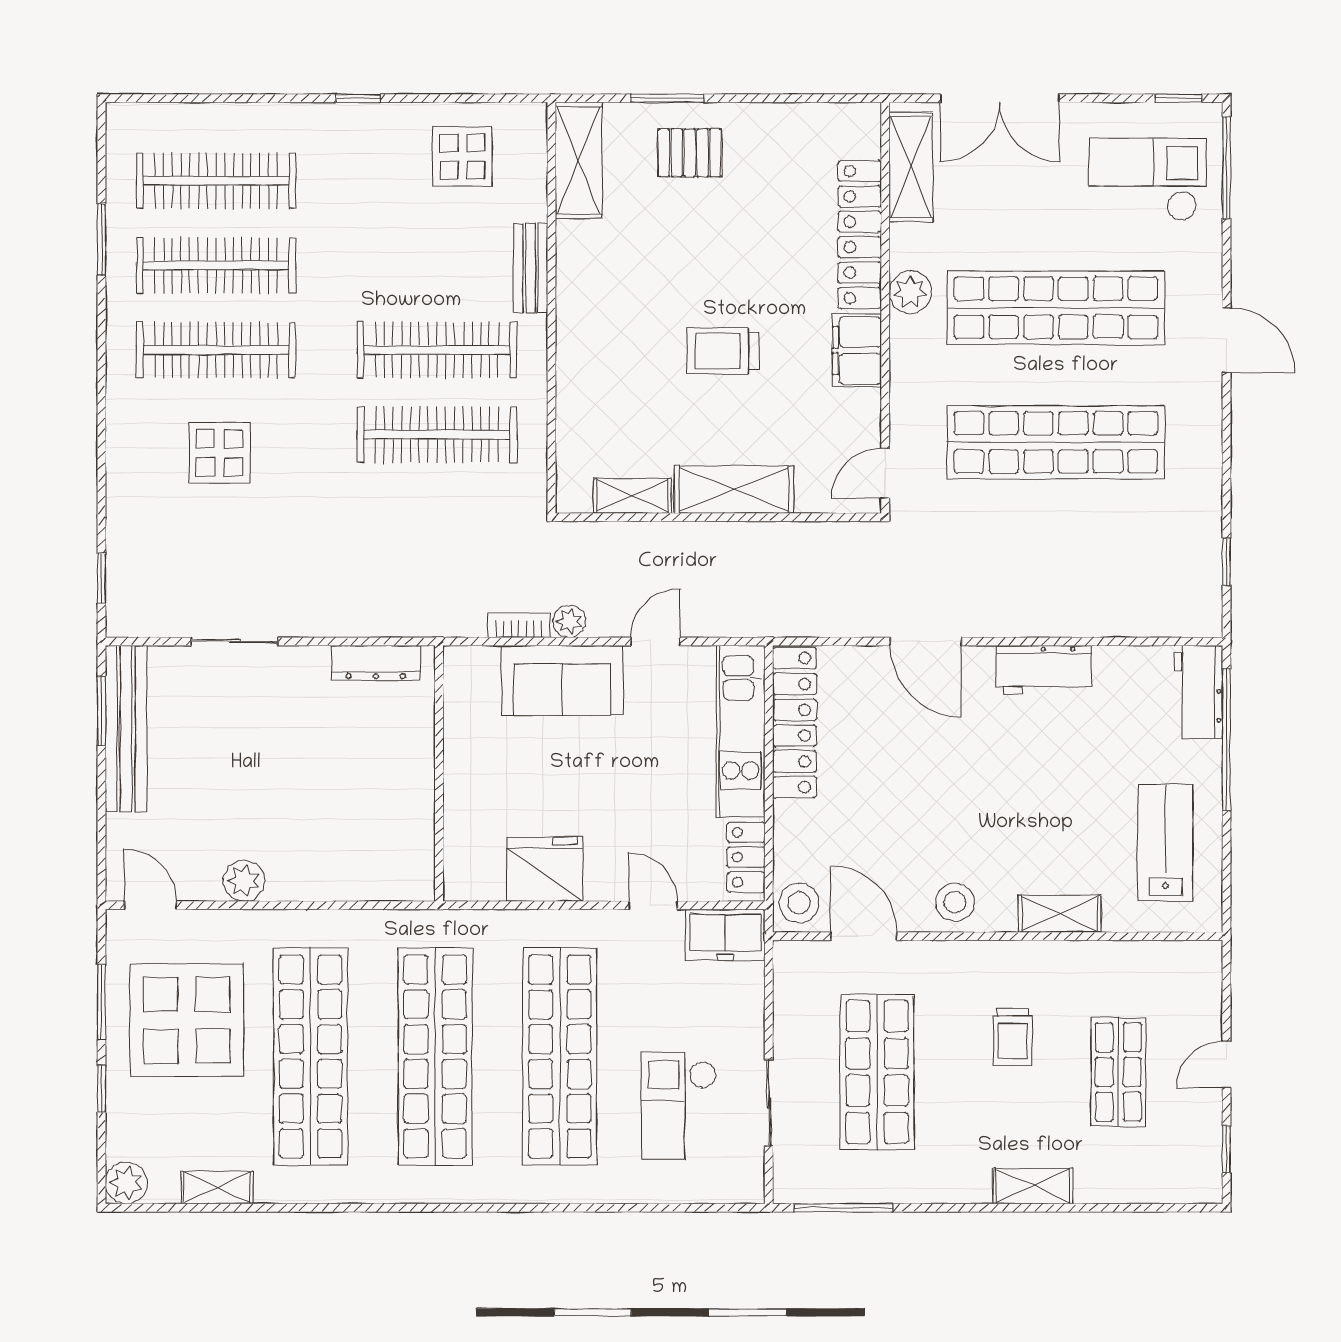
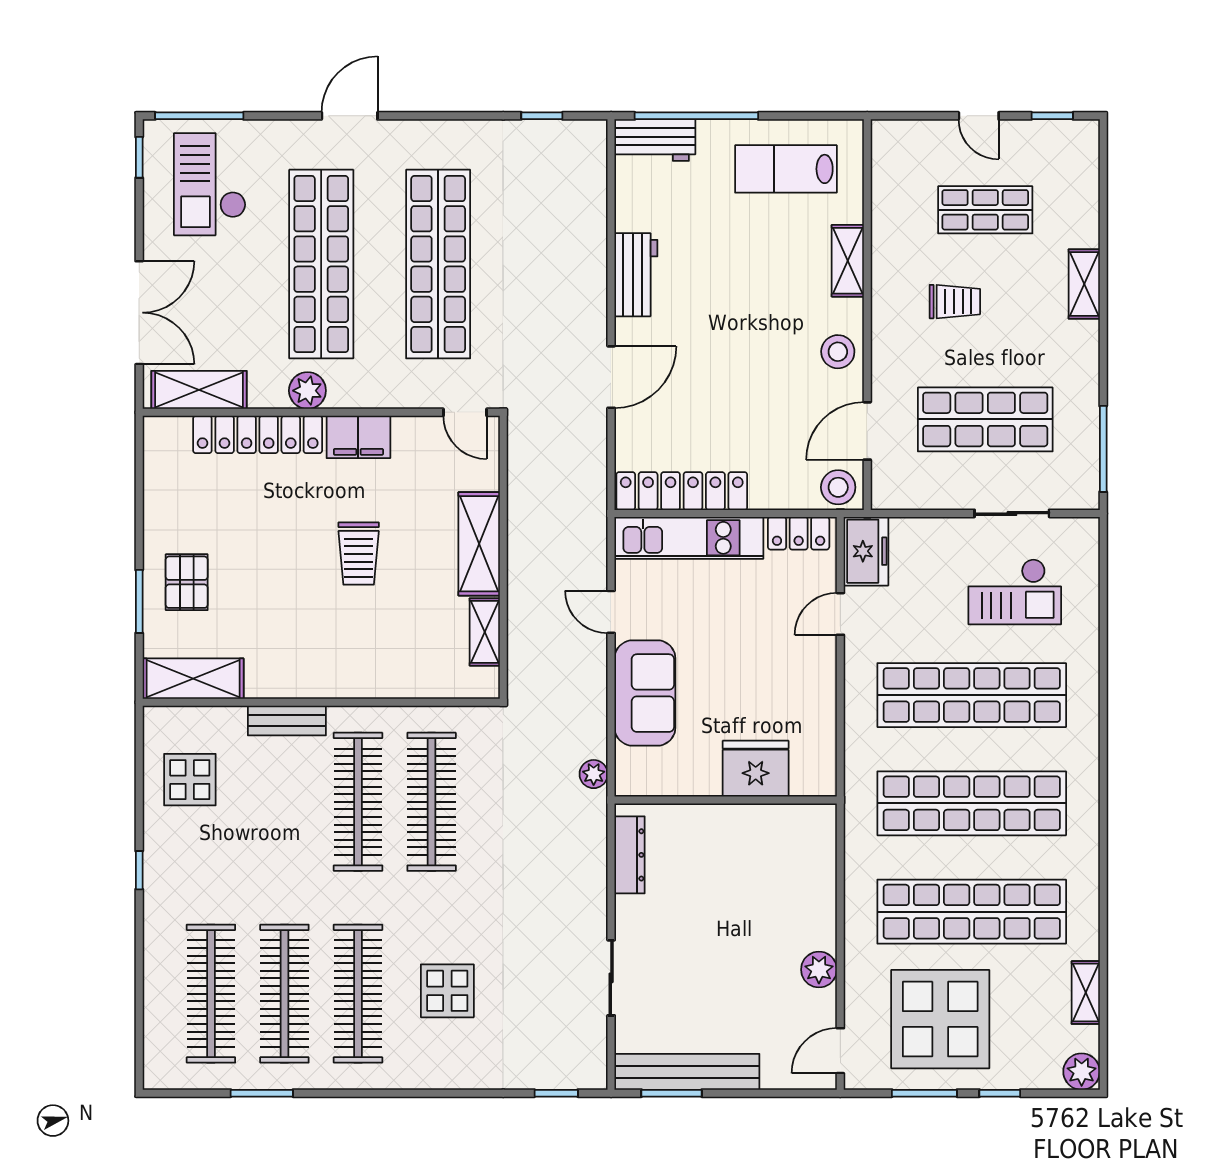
plant: (569, 621) -> (594, 774), moved
bookcase: (519, 625) -> (597, 730), removed
fridge: (545, 869) -> (756, 769), moved, turned 90

